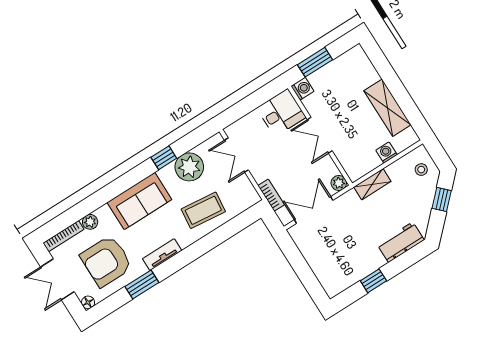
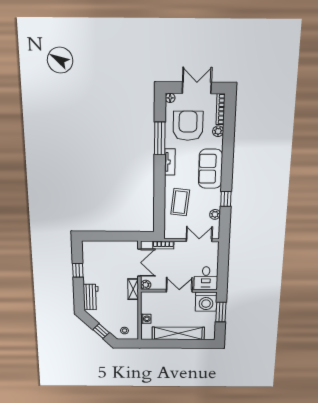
washing machine: (302, 89) -> (206, 302), width x1.89, depth x1.89
shelving: (387, 108) -> (178, 333), width x1.47
plant: (189, 167) -> (215, 214), width x0.53, depth x0.53
shelving: (372, 184) -> (133, 289), moved
window: (142, 284) -> (160, 138), width x1.44

